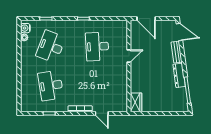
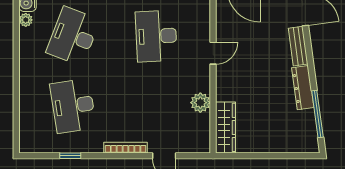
plant: (122, 84) -> (200, 103), added
wardrobe: (136, 102) -> (226, 127), width x1.50

